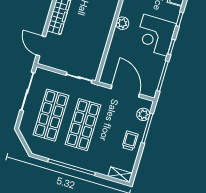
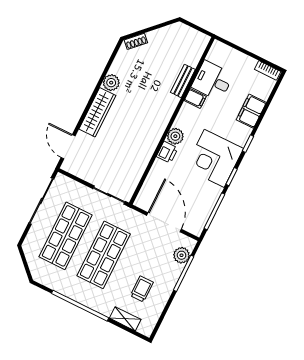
printer: (118, 37) -> (167, 152), added
trolley: (130, 141) -> (142, 289), moved
shelving: (120, 175) -> (125, 319), moved

